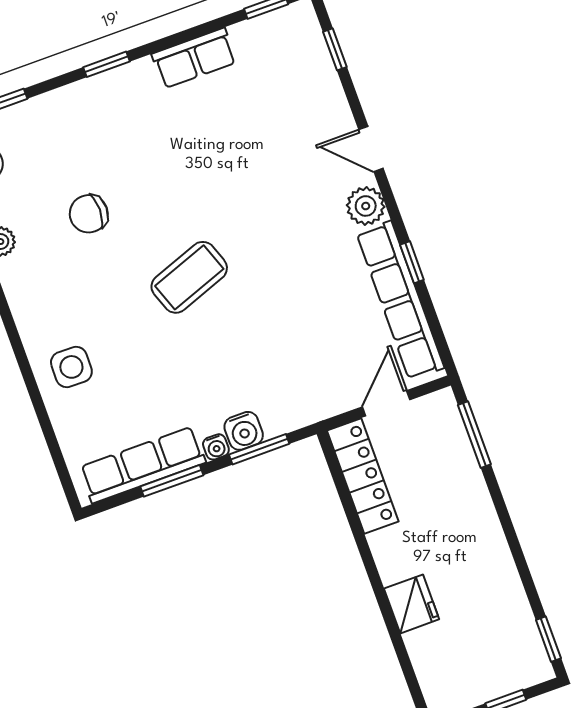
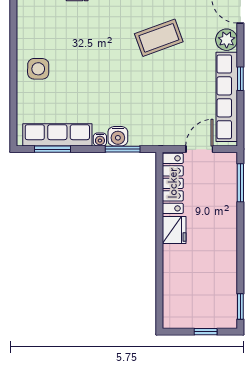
coffee table: (189, 277) -> (159, 38), moved
window: (172, 481) -> (52, 149), moved
fridge: (412, 604) -> (174, 230), moved

